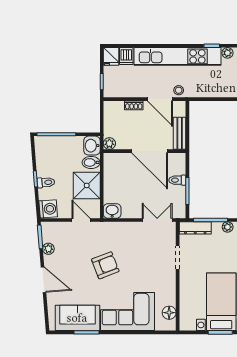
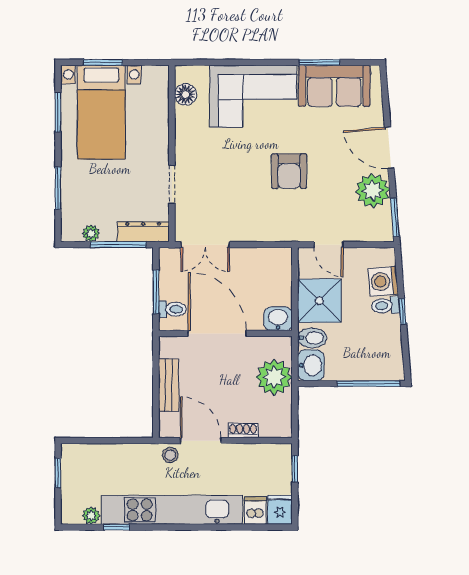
plant: (109, 144) -> (274, 377), width x1.88, depth x1.88
wall: (145, 151) -> (225, 333), moved
door: (150, 151) -> (217, 333), moved
washing machine: (48, 209) -> (383, 281), moved
washbasin: (112, 211) -> (278, 319), moved, turned 180
plant: (48, 249) -> (373, 191), width x1.88, depth x1.88
armchair: (105, 265) -> (289, 171), turned -69

